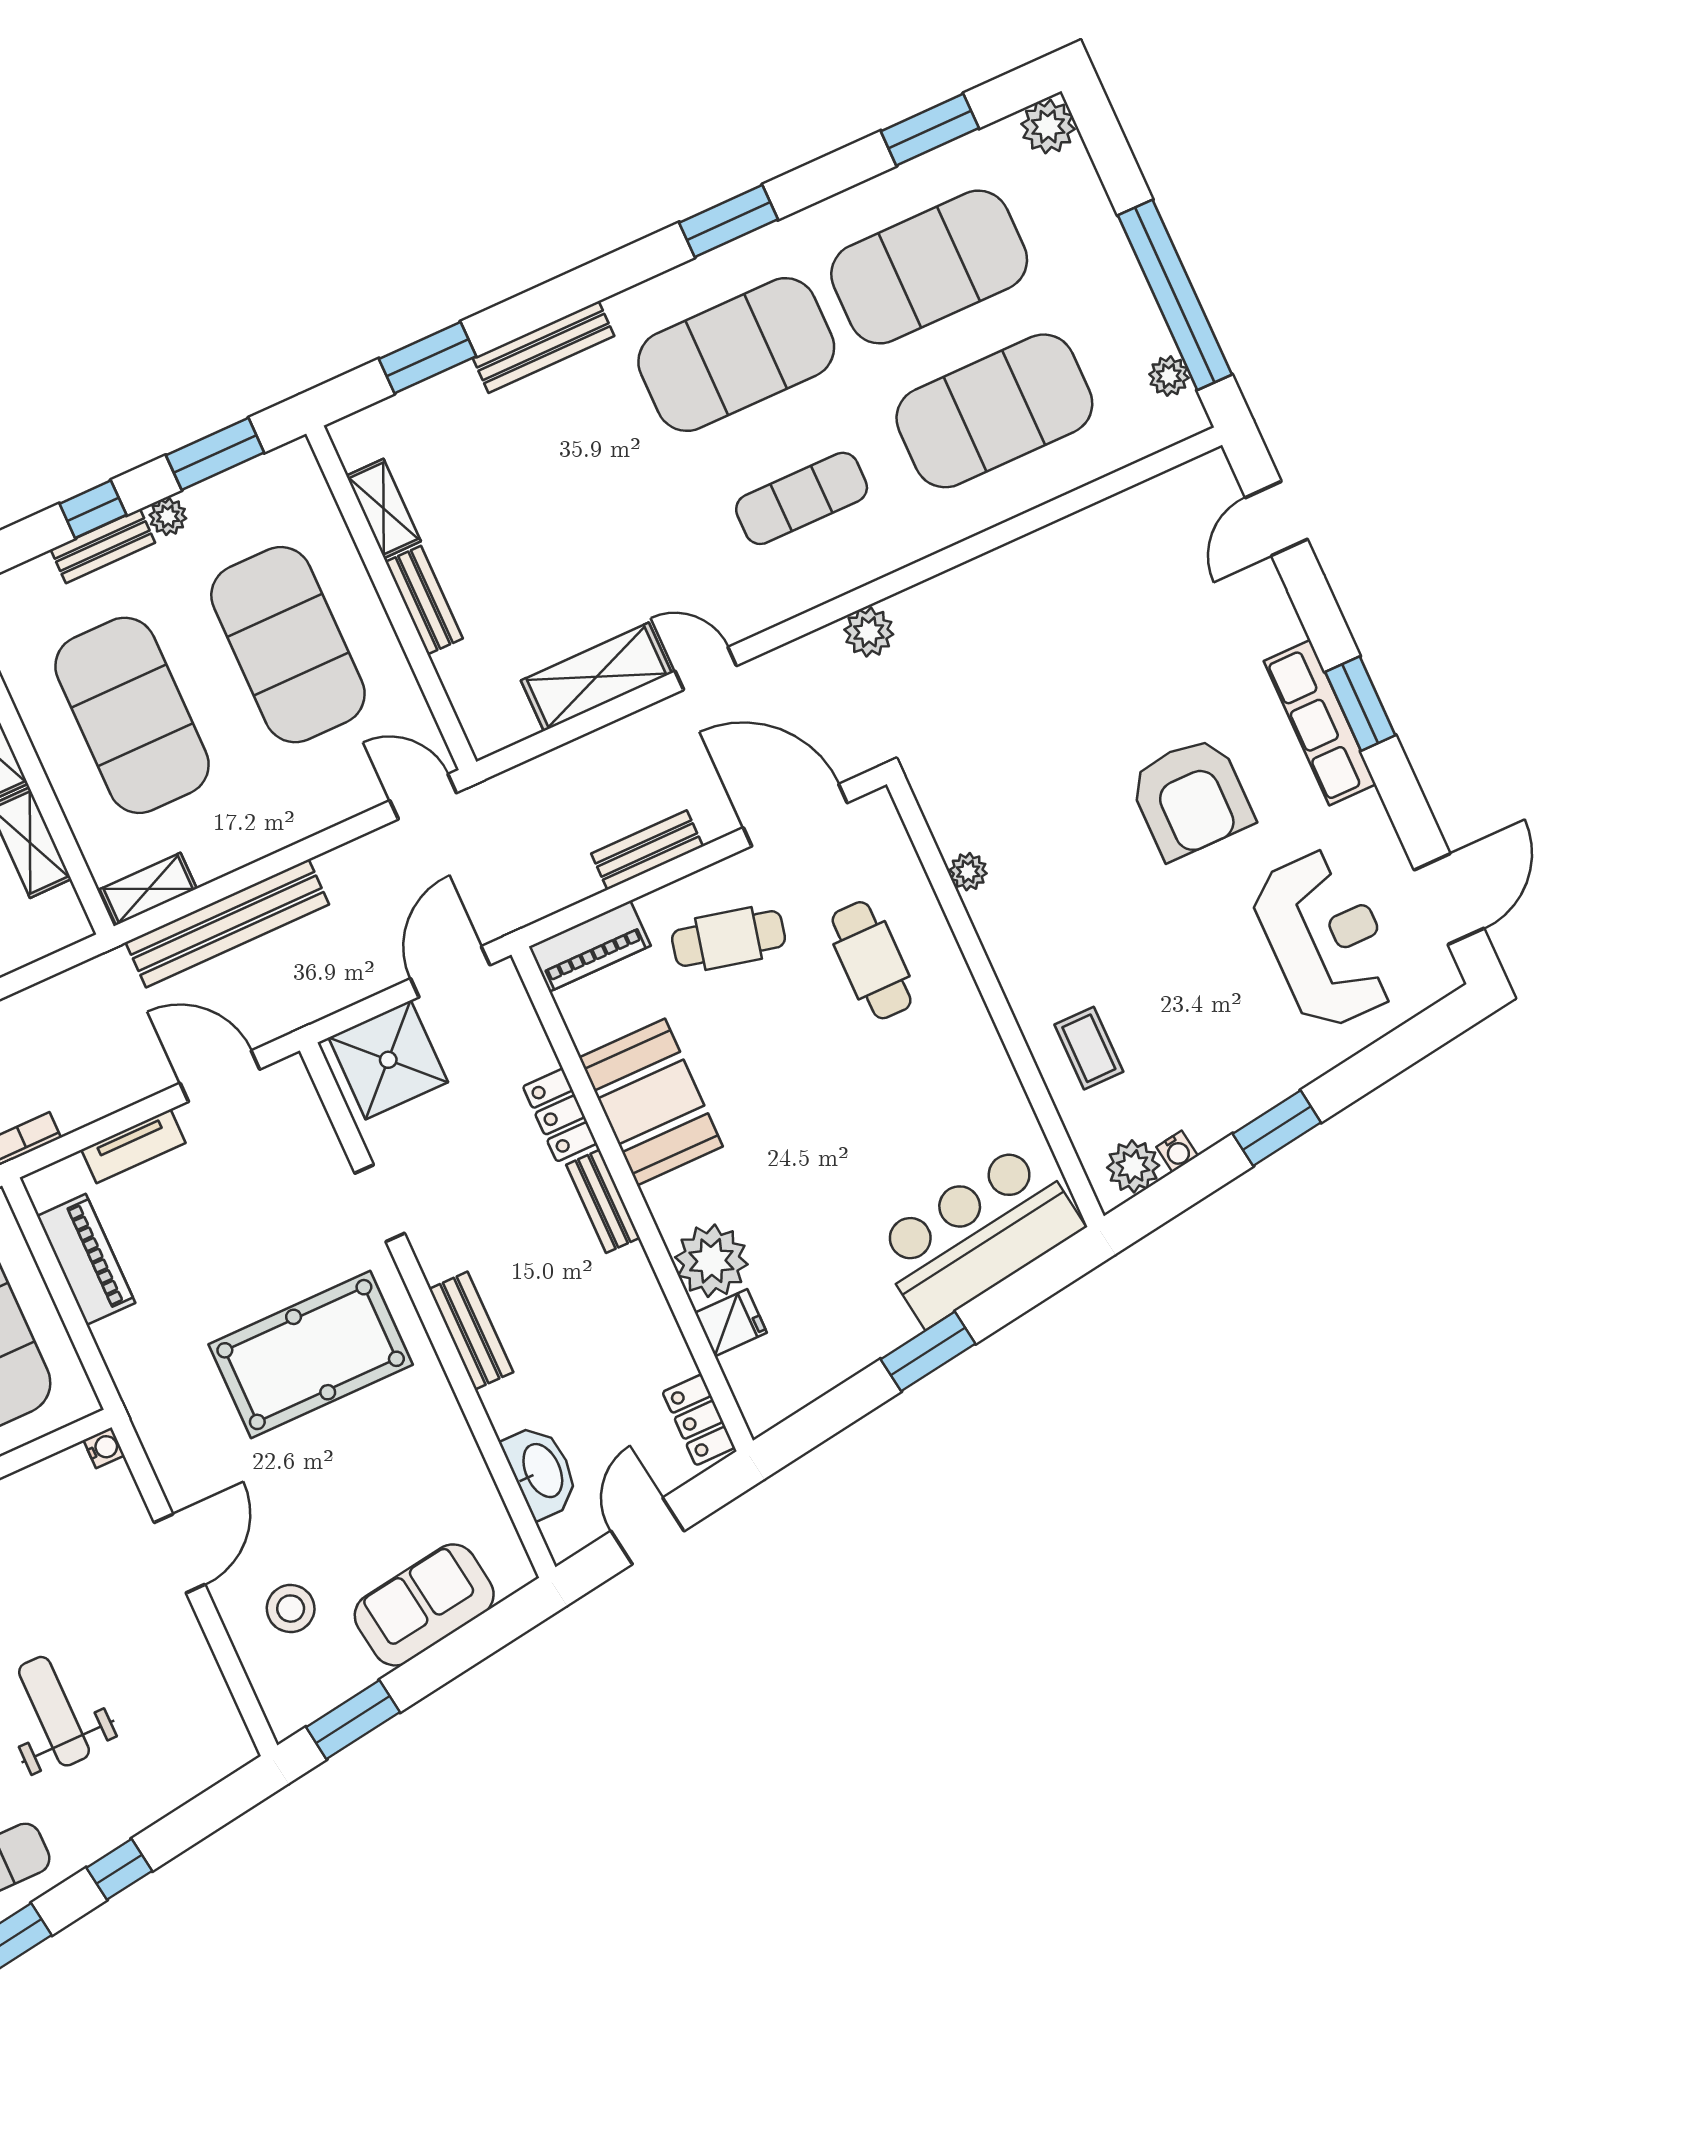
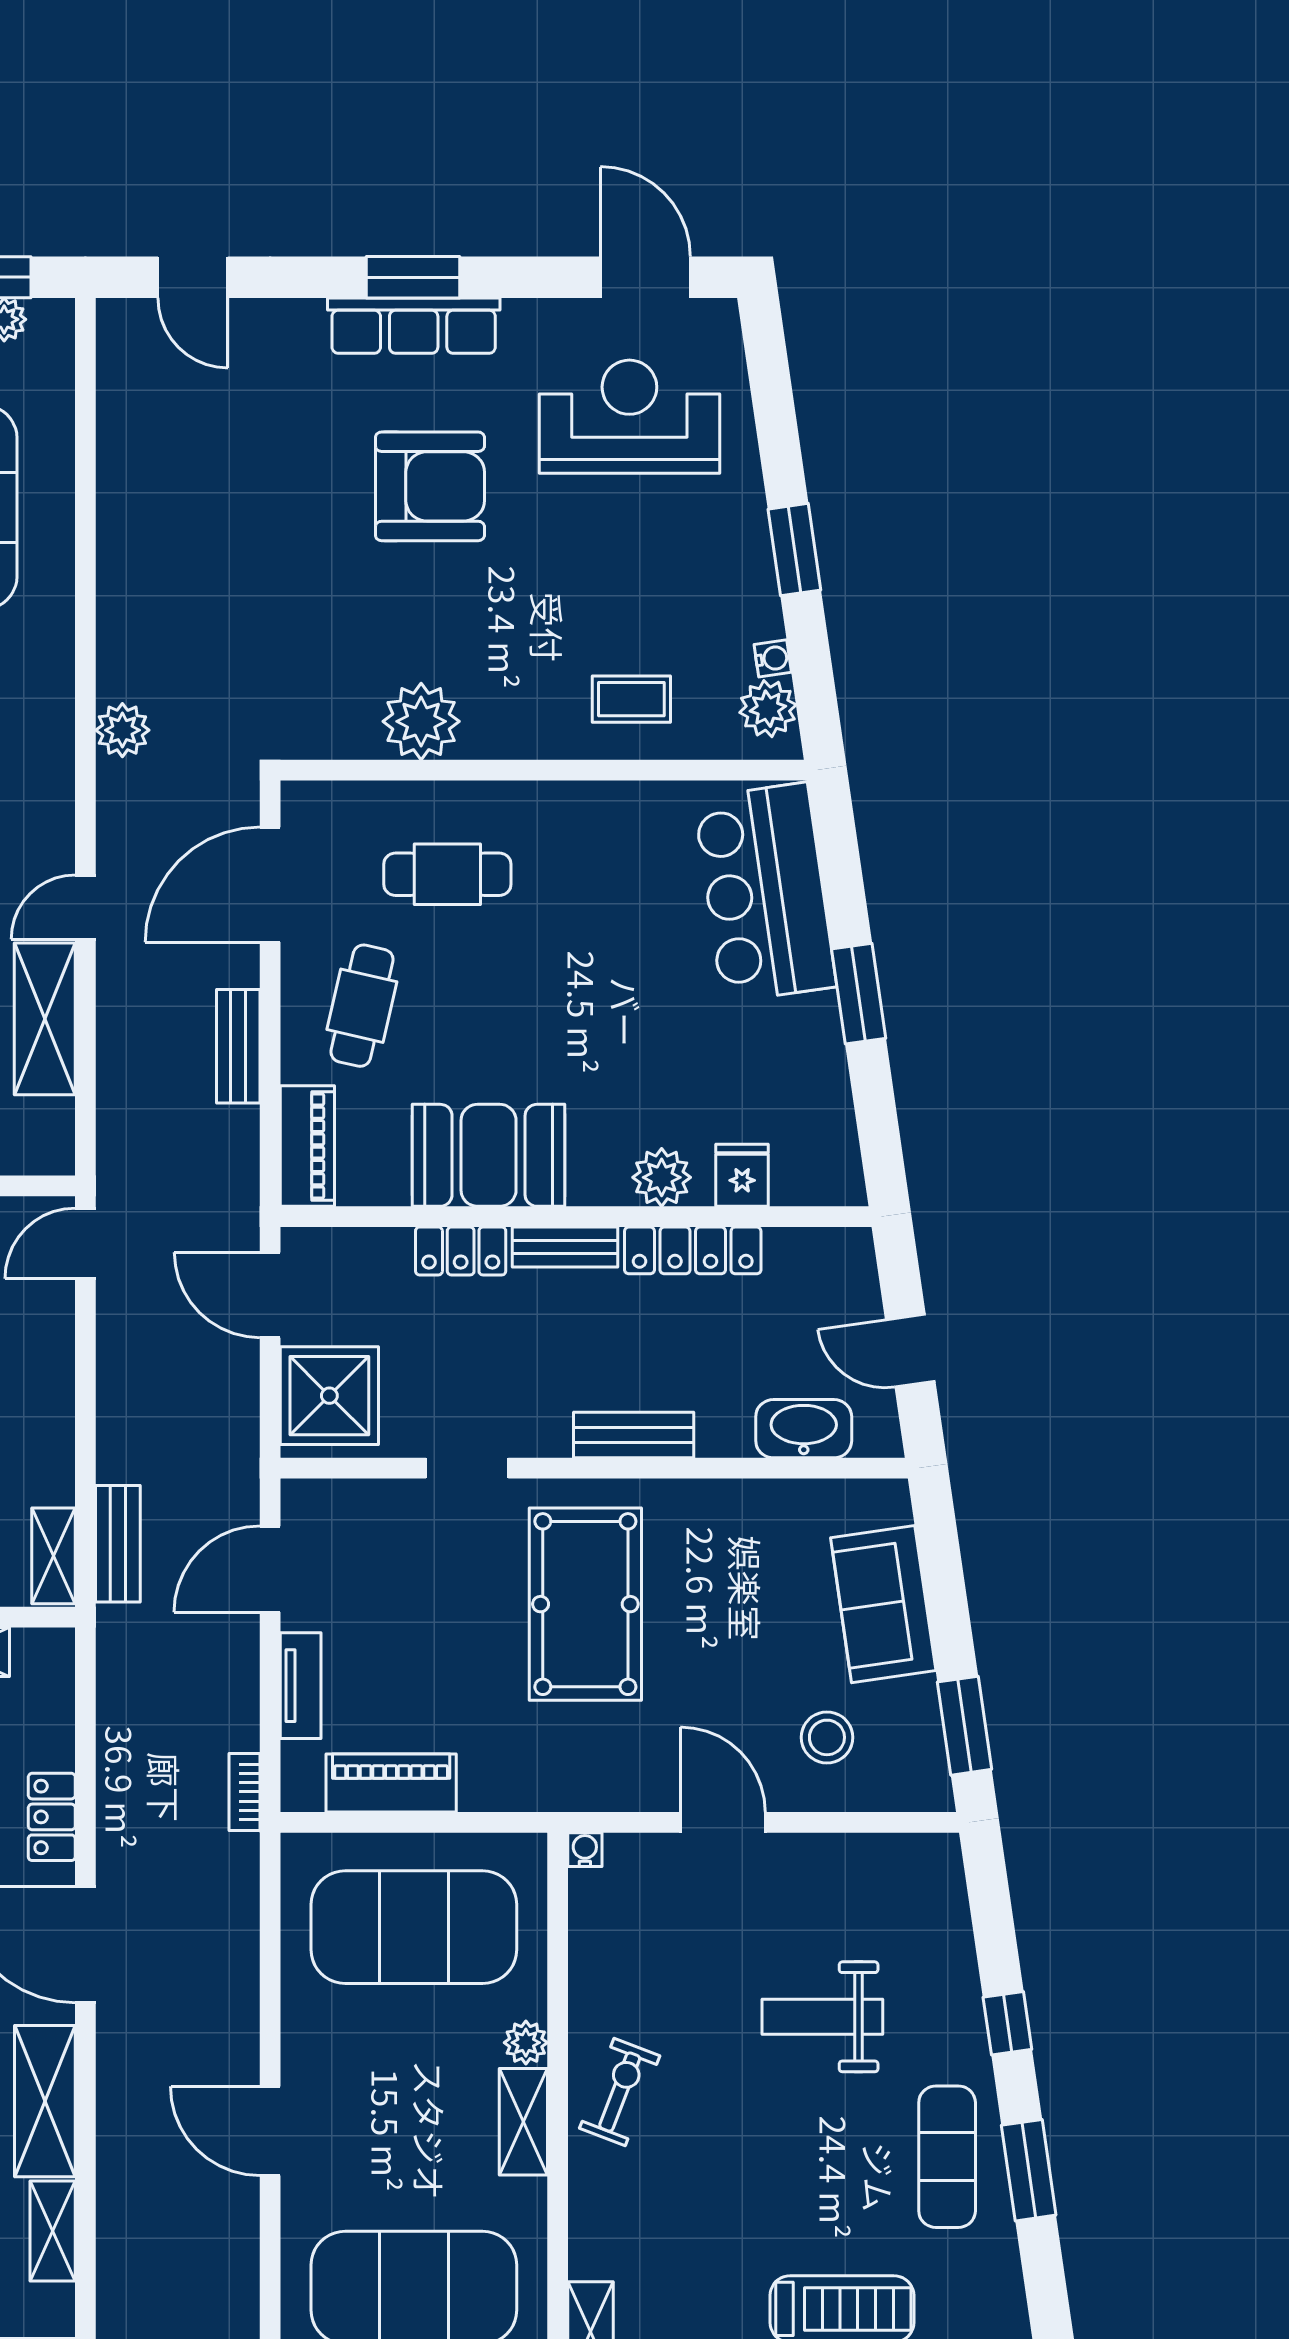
plant: (968, 872) -> (421, 721), width x1.88, depth x1.88
bench: (227, 923) -> (118, 1544), width x0.54, depth x0.82
plant: (711, 1261) -> (662, 1177), width x0.73, depth x0.73
locker: (699, 1420) -> (693, 1250), moved, width x1.53

